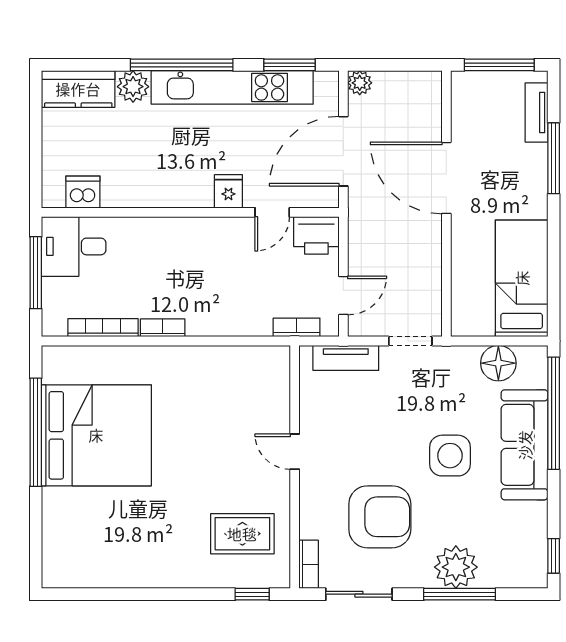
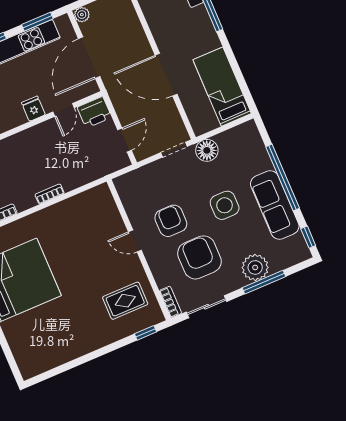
door: (446, 178) -> (166, 75), moved
bookcase: (297, 327) -> (106, 170), removed
bookcase: (163, 328) -> (50, 194), moved
tv unit: (346, 358) -> (141, 175), removed
floor lamp: (498, 363) -> (207, 150), moved
window: (554, 413) -> (283, 178), moved
armchair: (361, 444) -> (171, 221), added
sofa: (525, 445) -> (275, 205), moved
armchair: (380, 517) -> (199, 257), turned -90

